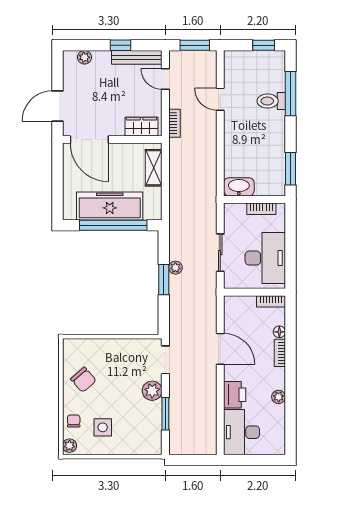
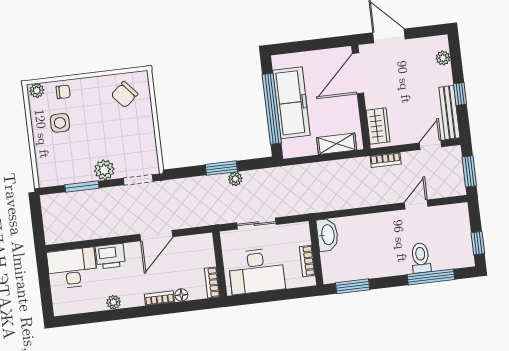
chair: (83, 380) -> (124, 95), moved

